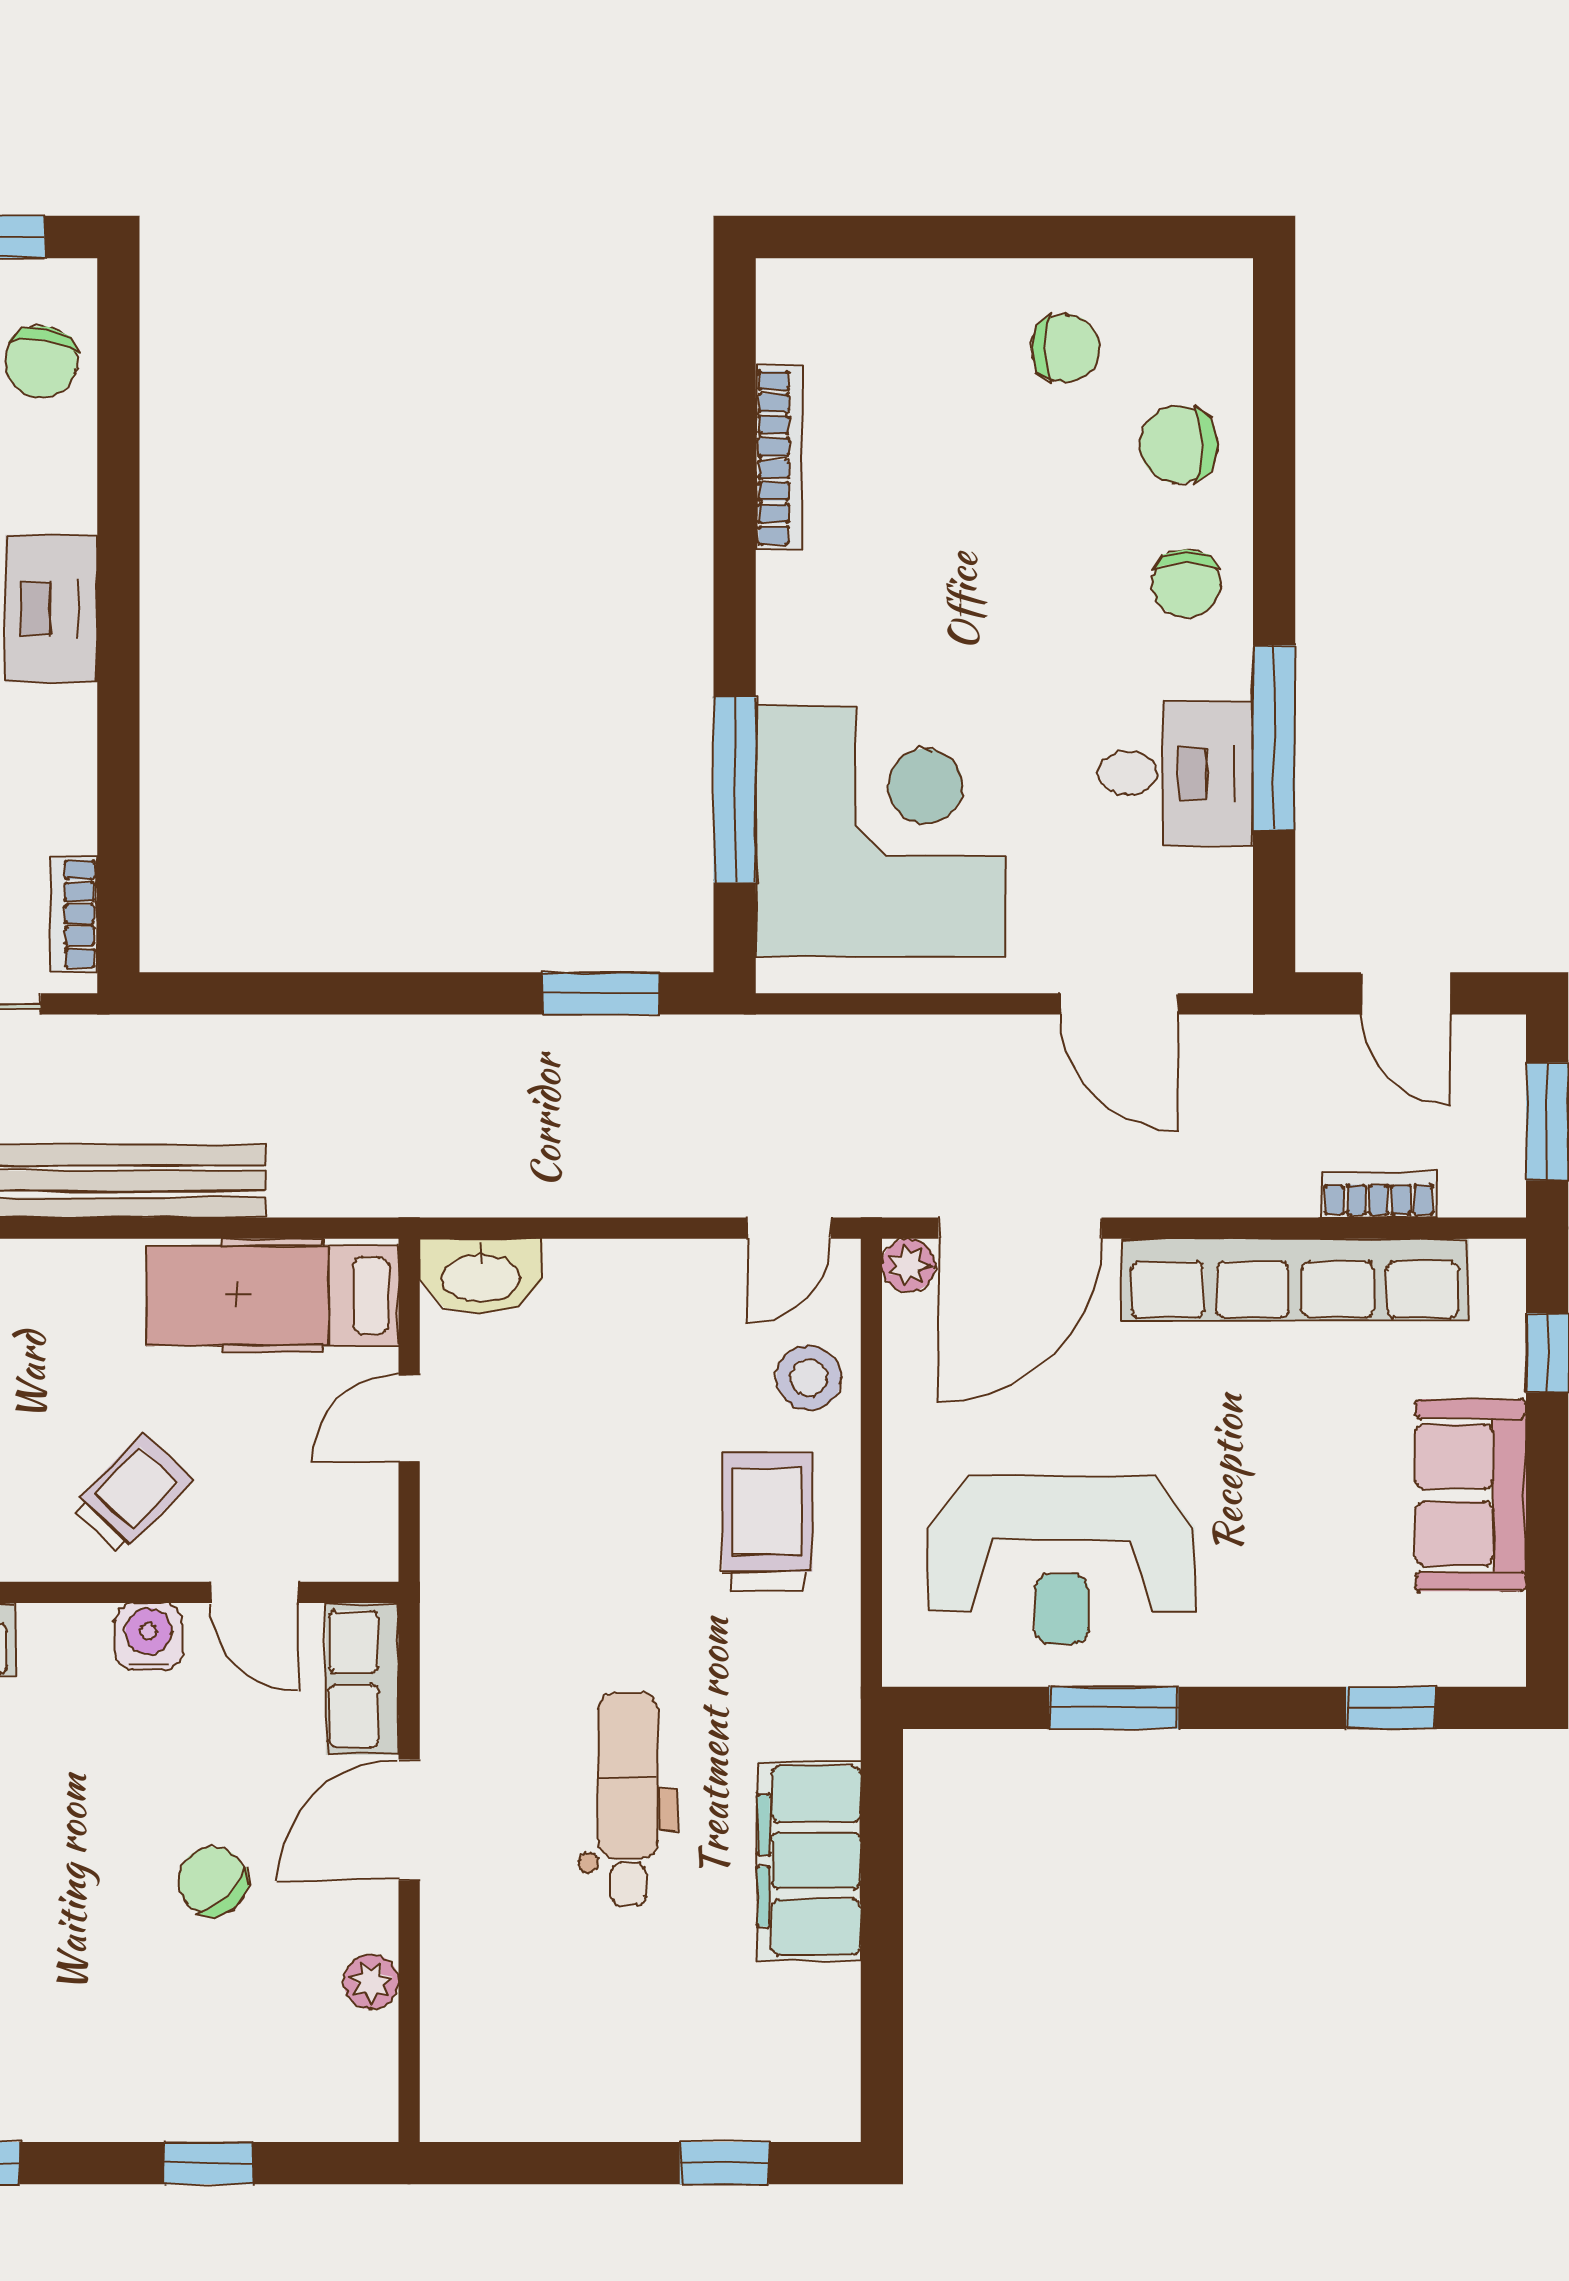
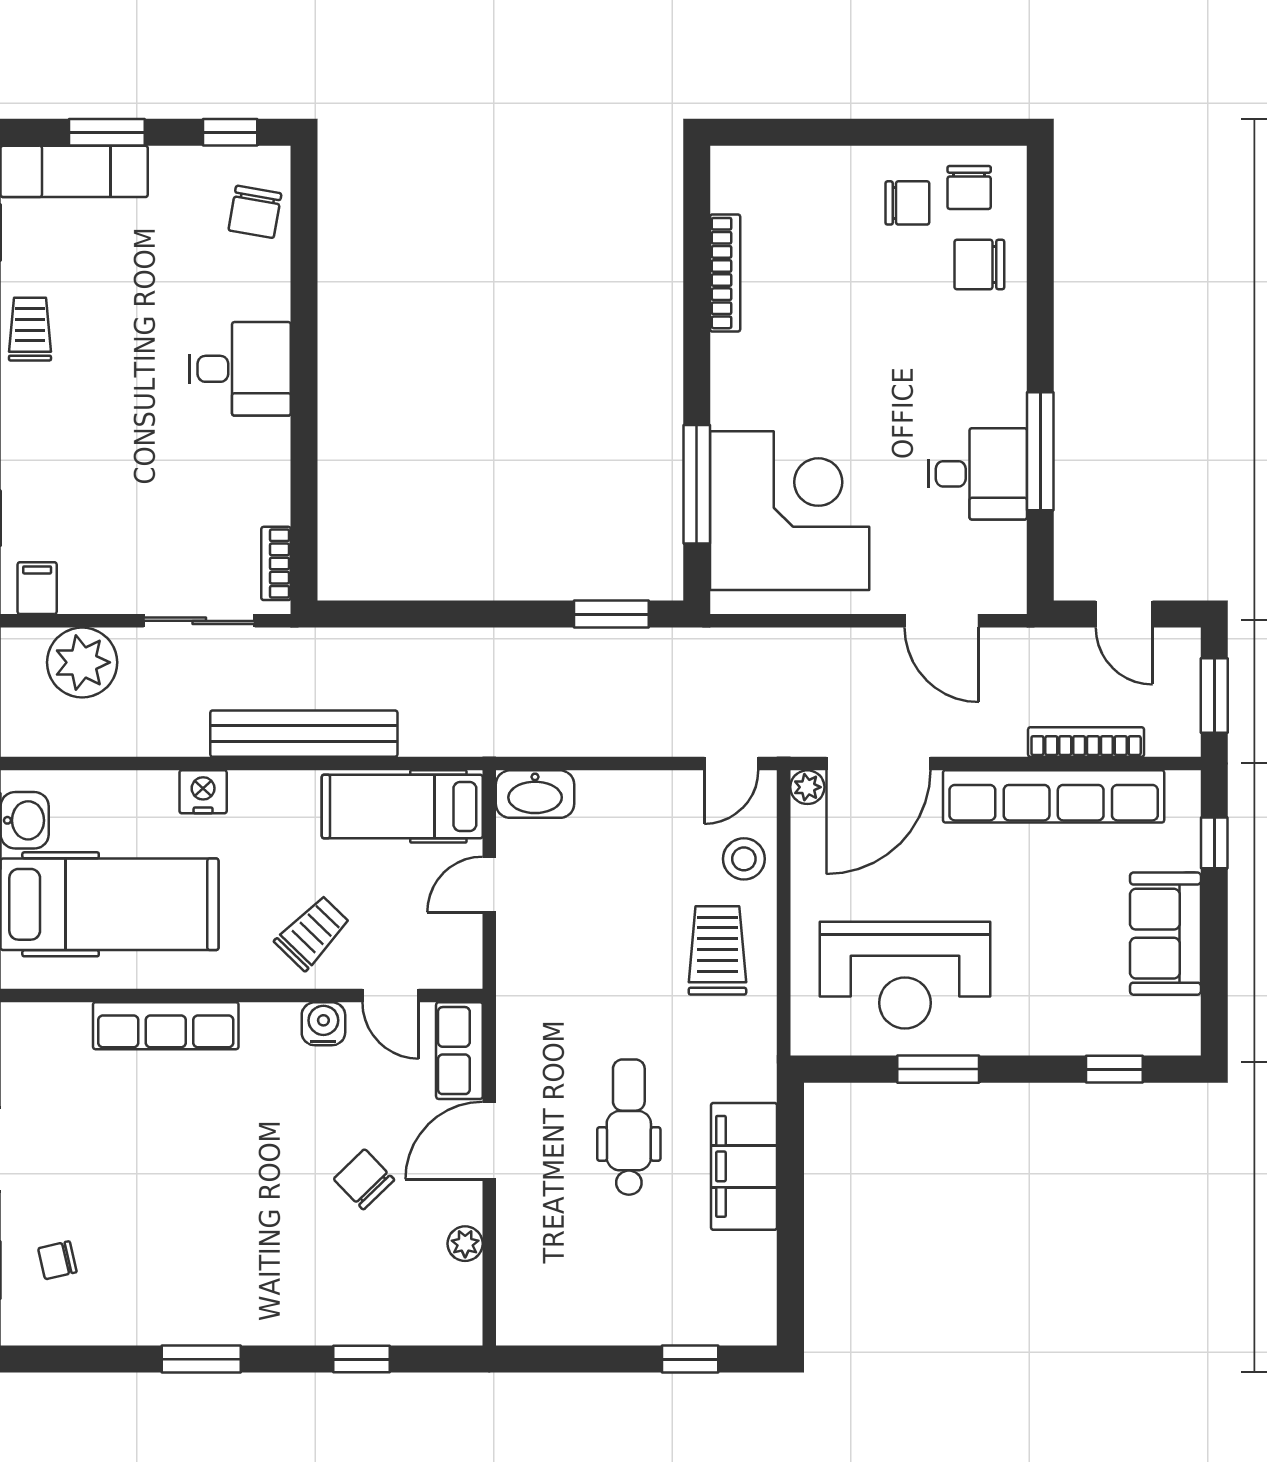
chair: (1186, 583) -> (969, 188), moved
bookcase: (1379, 1194) -> (1086, 742), width x1.56

